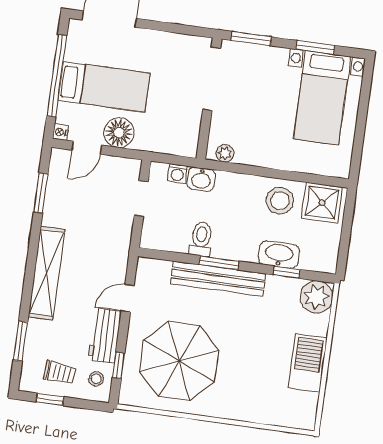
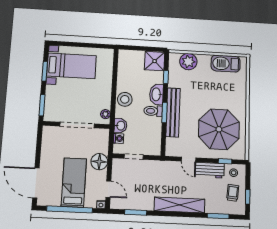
doorway: (212, 79) -> (77, 125), moved
floor lamp: (119, 133) -> (99, 162), moved
stool: (280, 201) -> (125, 99), moved
shower: (322, 203) -> (155, 61), moved
toilet: (201, 239) -> (153, 111), moved
washbasin: (279, 254) -> (156, 94), moved
plant: (316, 297) -> (188, 62), moved
barbecue: (308, 363) -> (226, 64), moved

